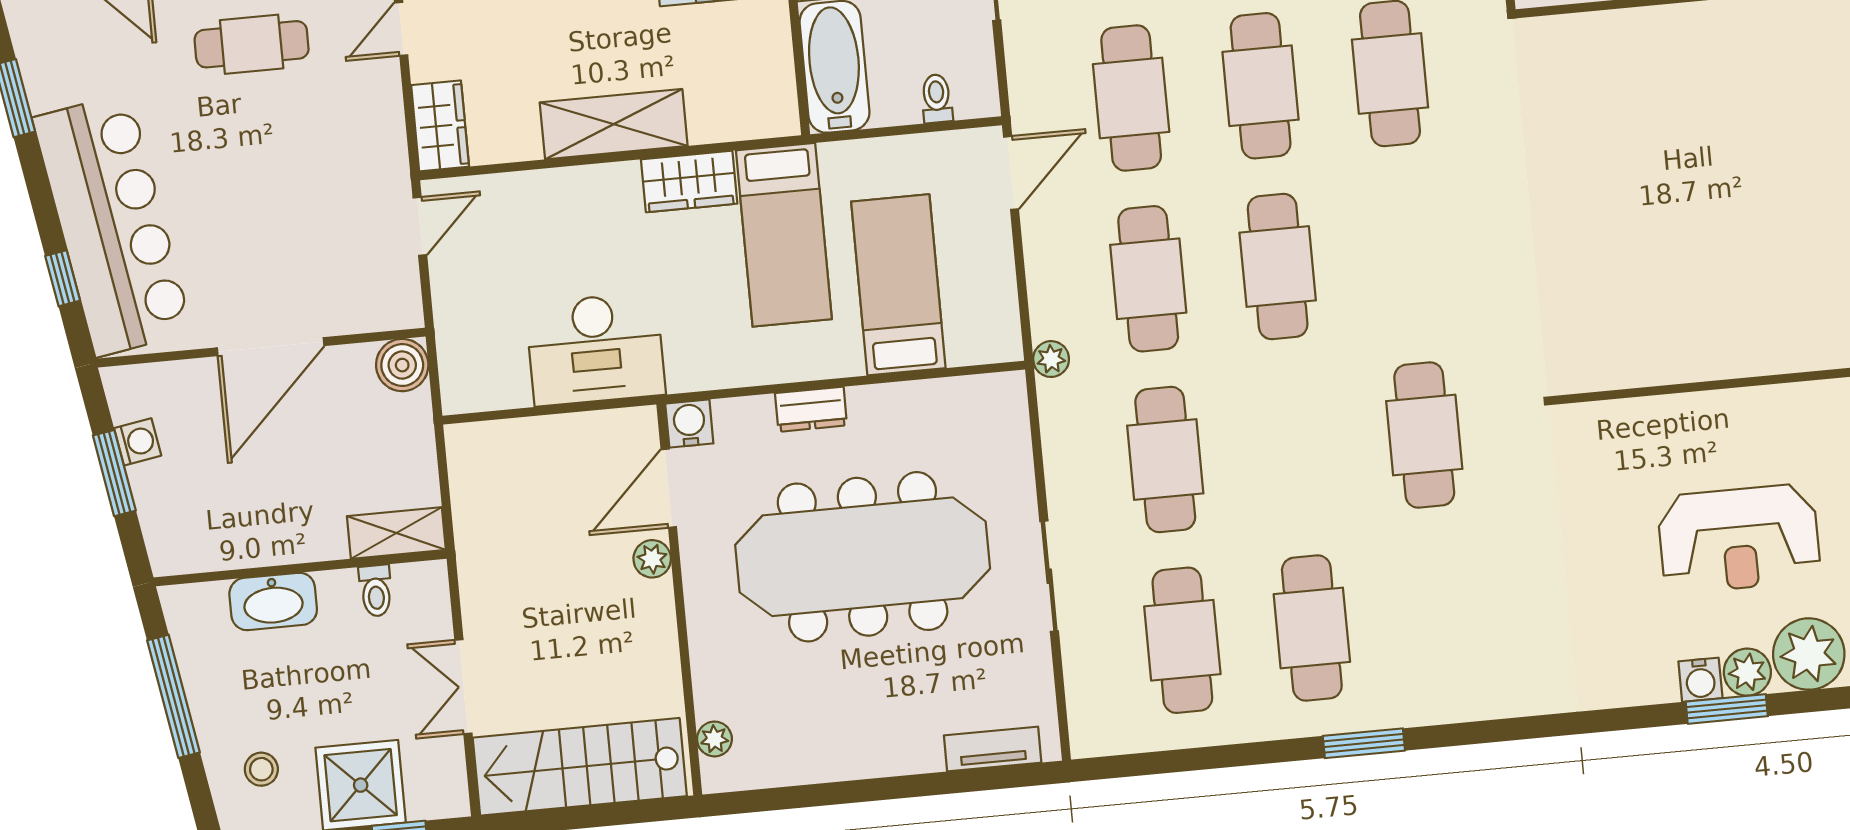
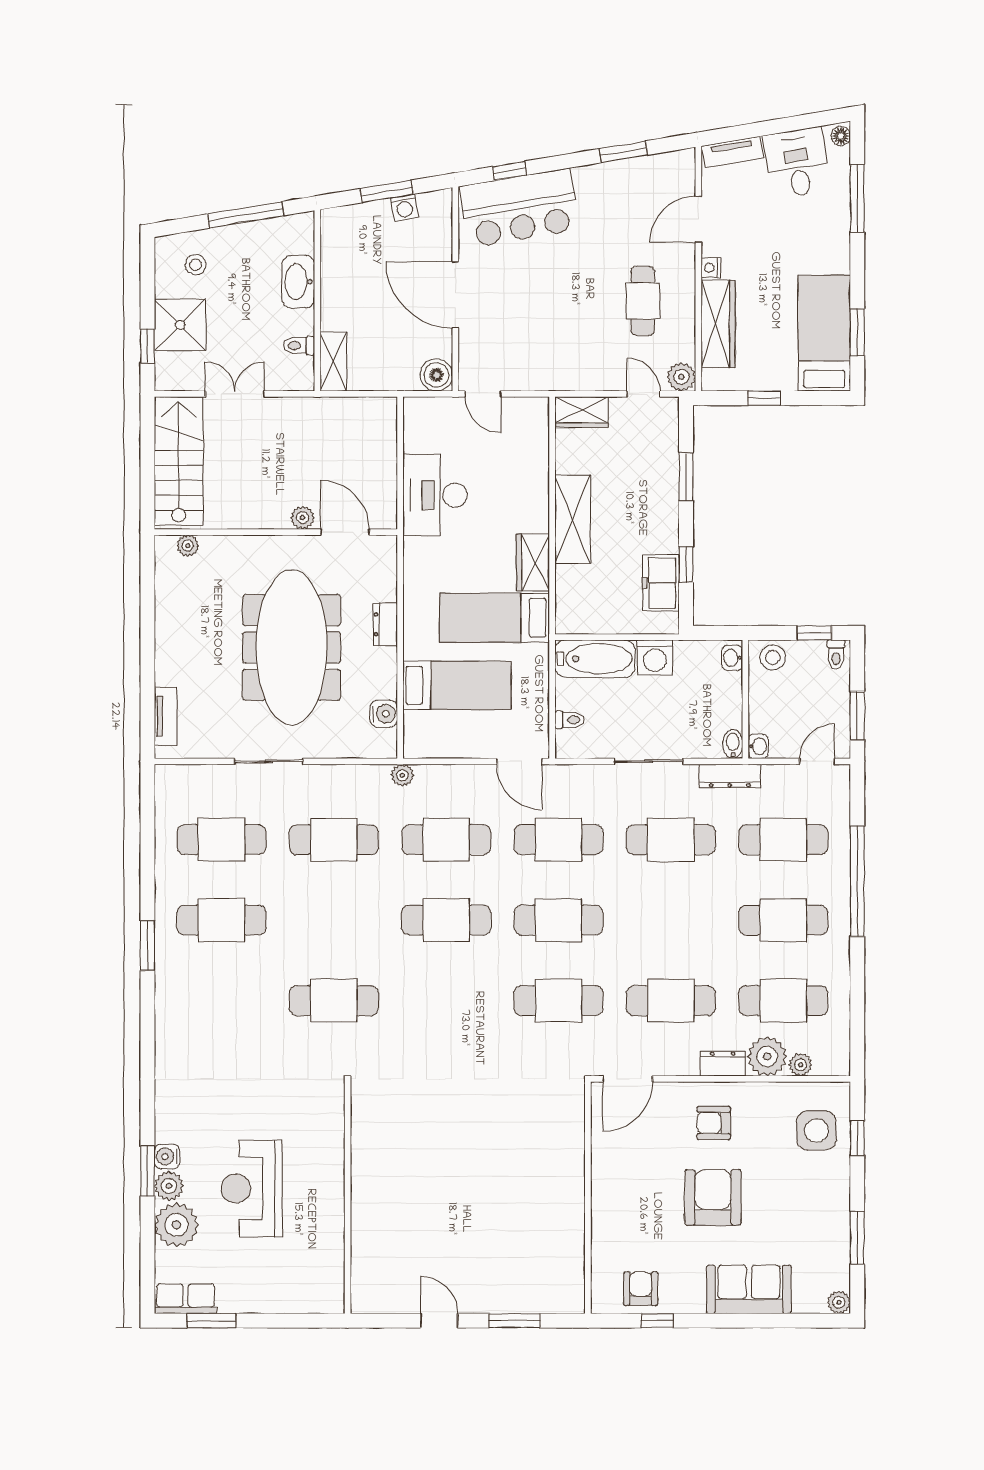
bar counter: (112, 225) -> (519, 208), width x0.73
door: (420, 226) -> (483, 394), moved
water cooler: (689, 423) -> (384, 714), moved

